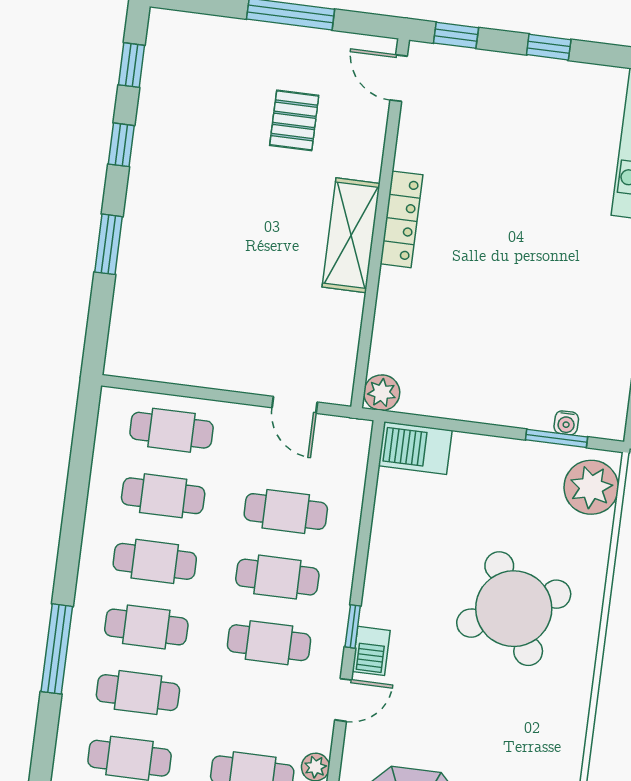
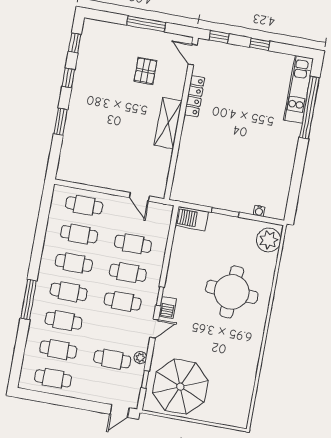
locker: (401, 219) -> (194, 96), moved
plant: (382, 393) -> (178, 193), removed
window: (557, 438) -> (225, 212), moved
round table: (514, 609) -> (232, 292), turned 30

